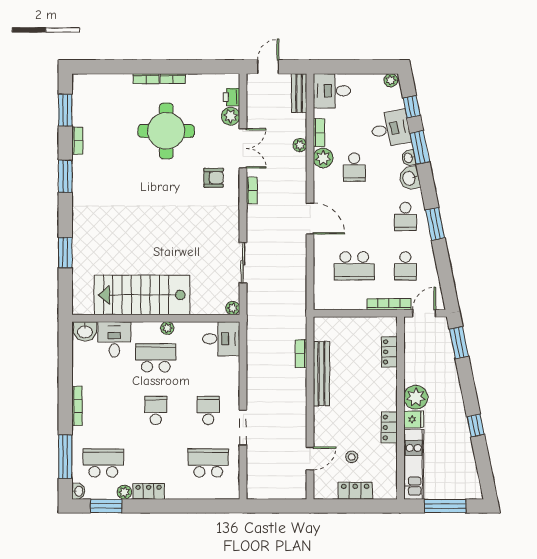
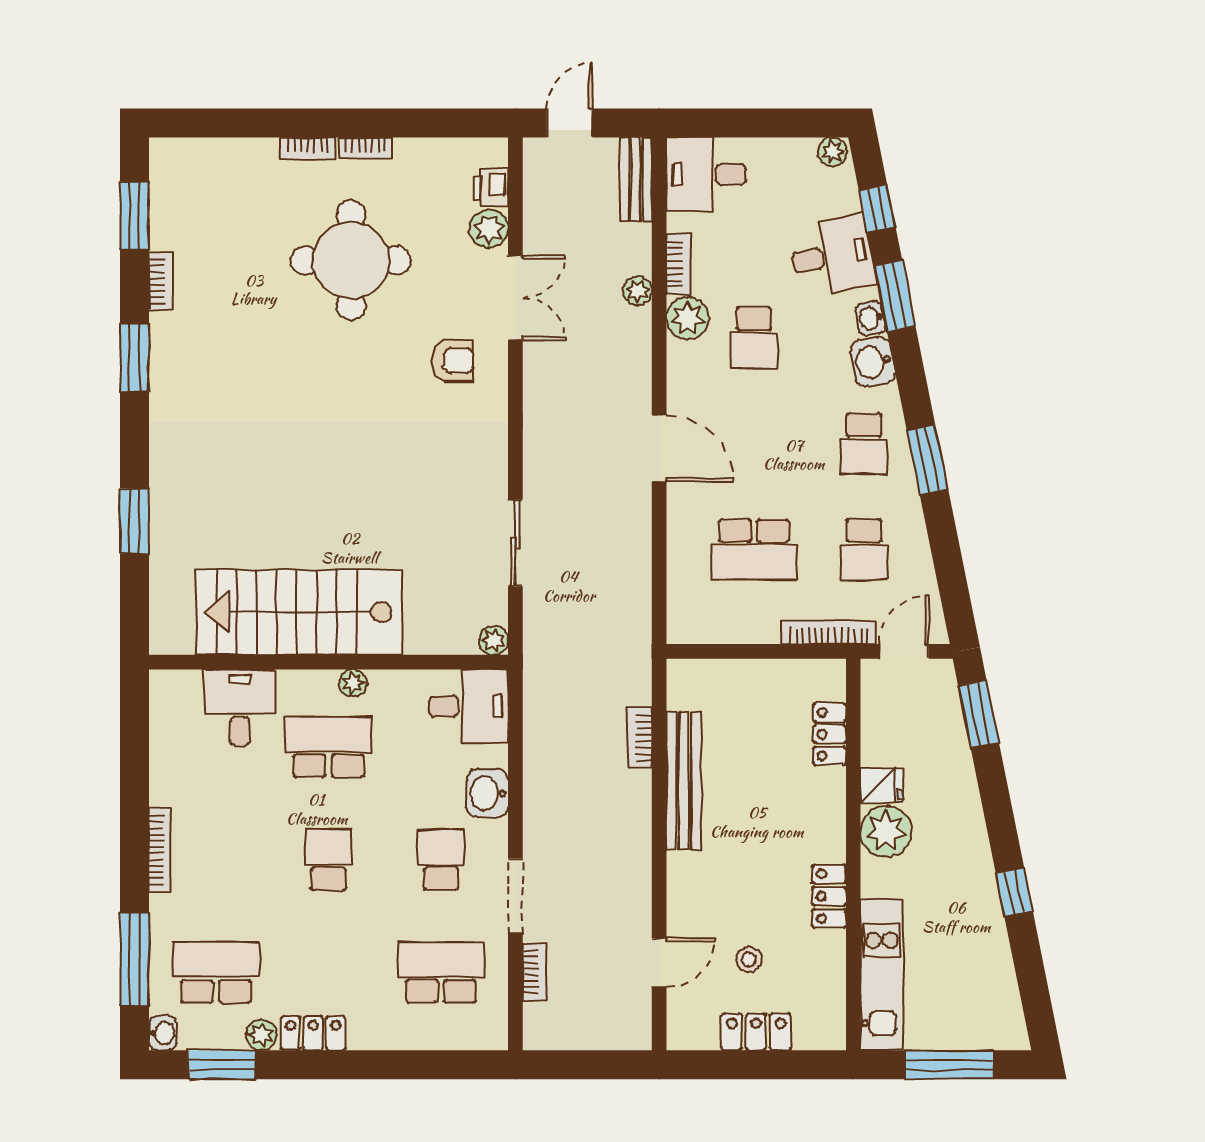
bookcase: (252, 190) -> (534, 972), moved
washbasin: (85, 331) -> (487, 793), moved, turned 90
fridge: (414, 419) -> (882, 785), moved

